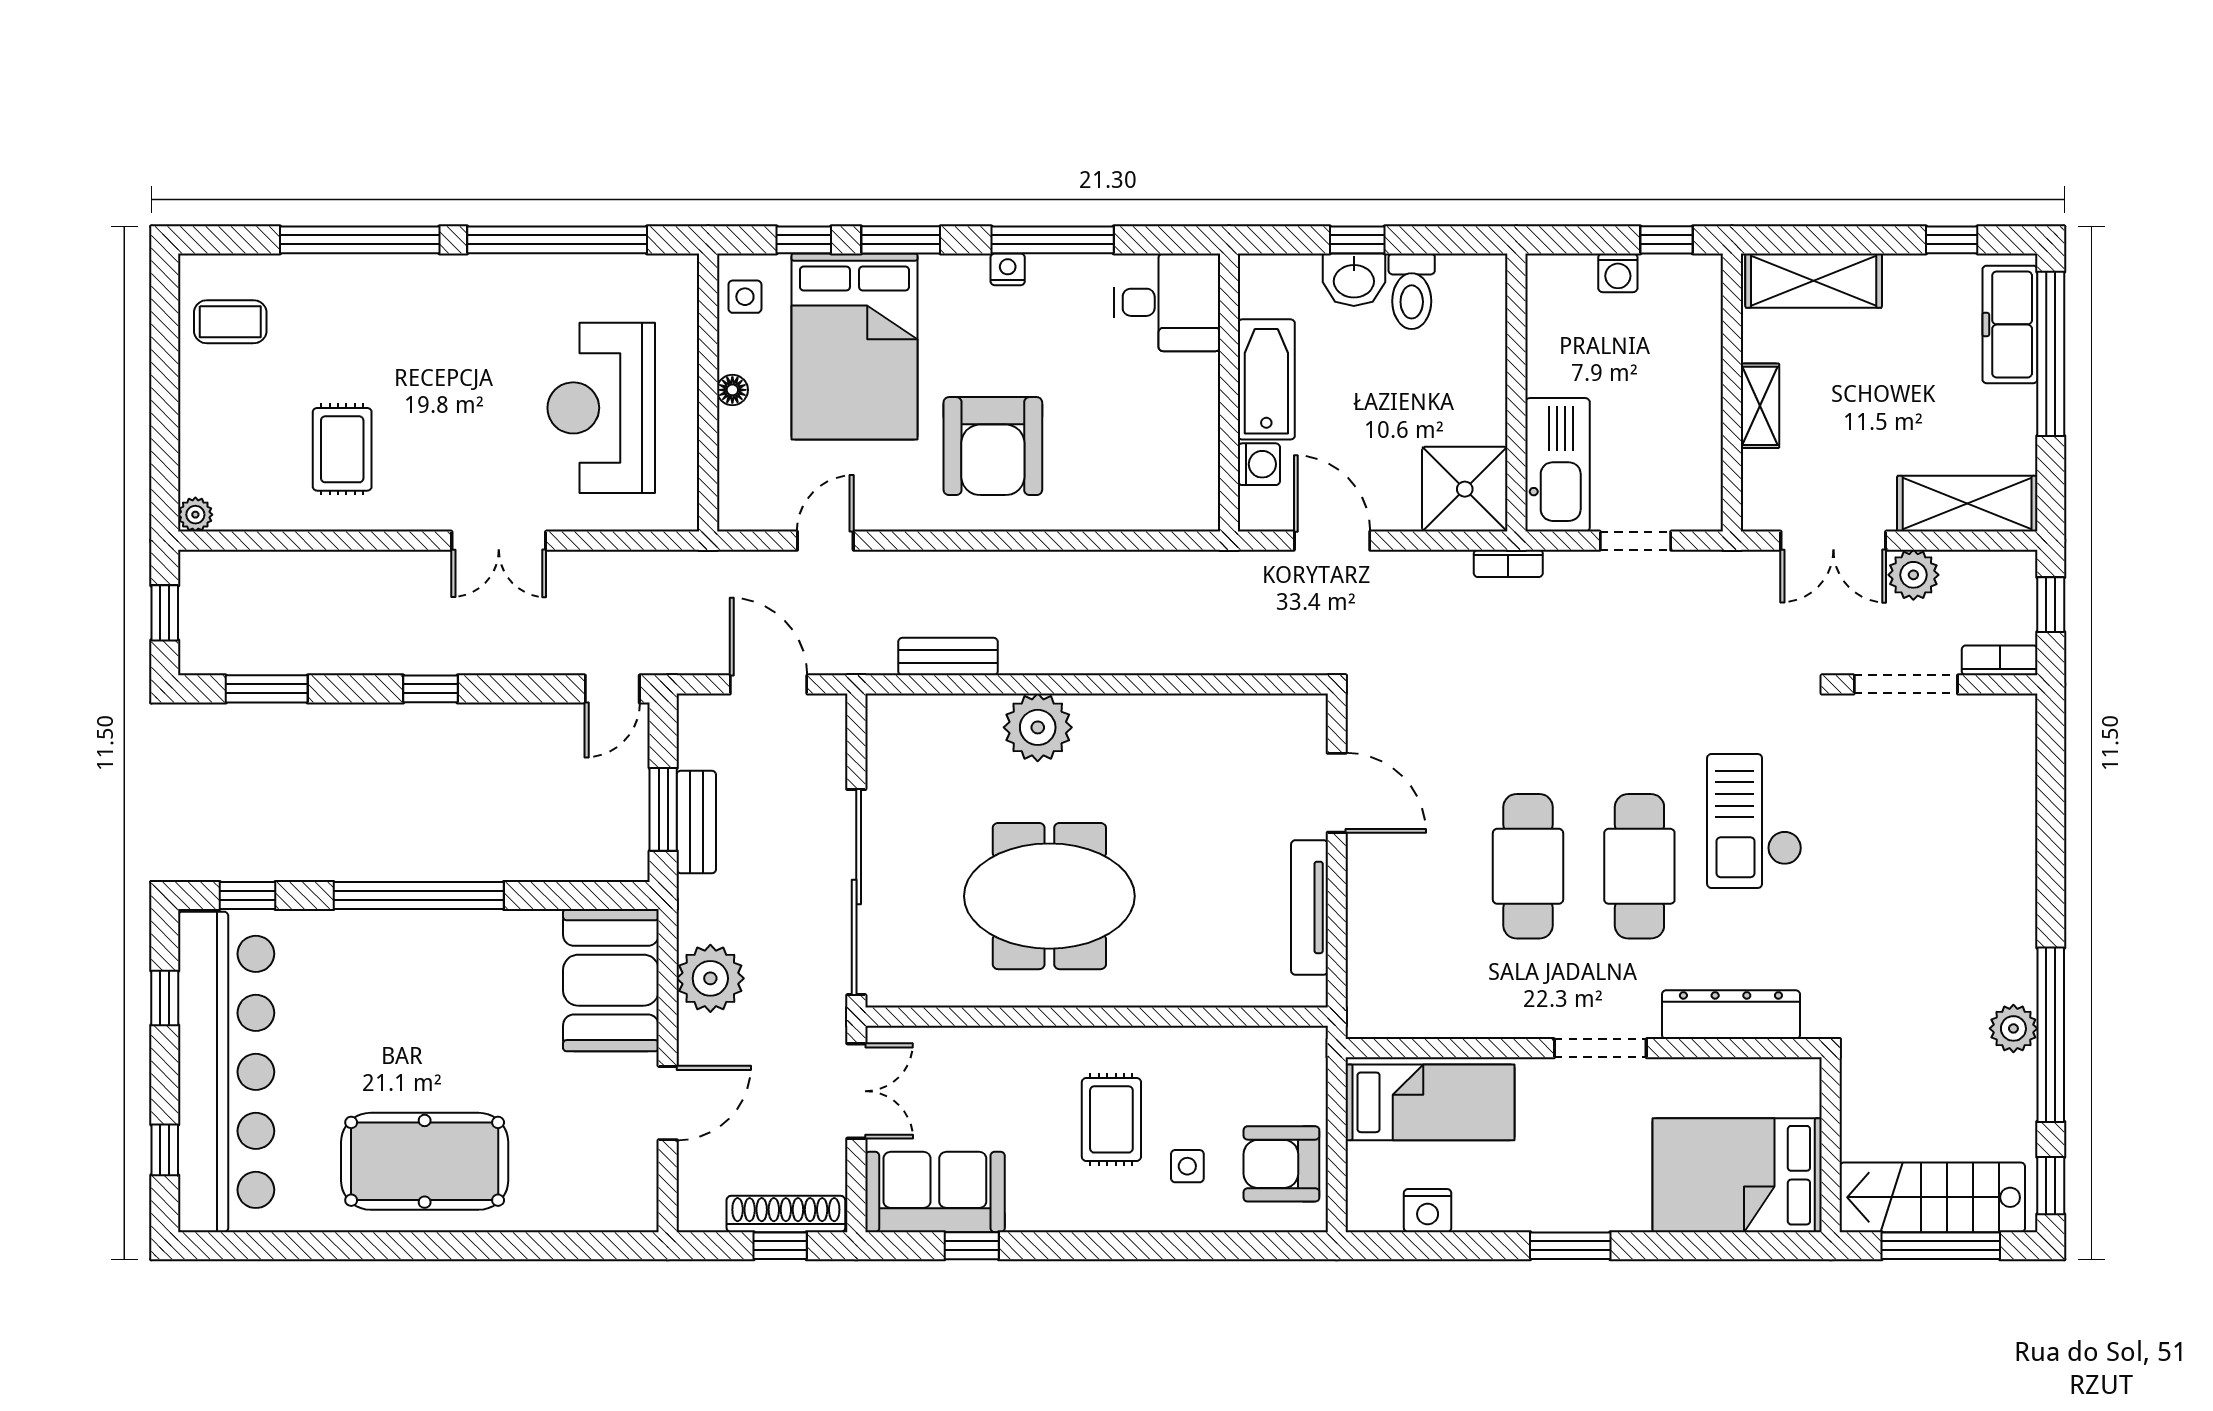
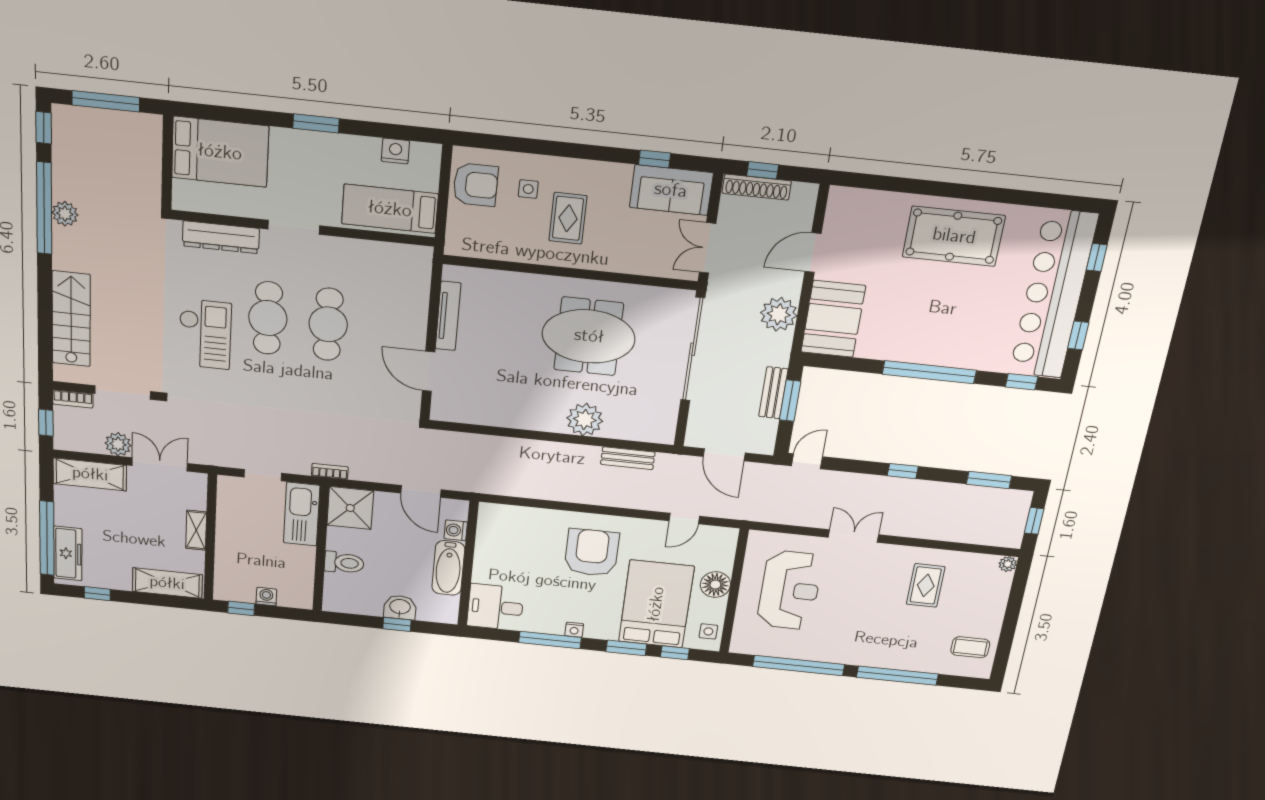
toilet: (1412, 291) -> (344, 563), moved, turned 90
floor lamp: (732, 390) -> (715, 585), width x1.89, depth x1.89
stairs: (1932, 1197) -> (71, 319), moved, turned -90

